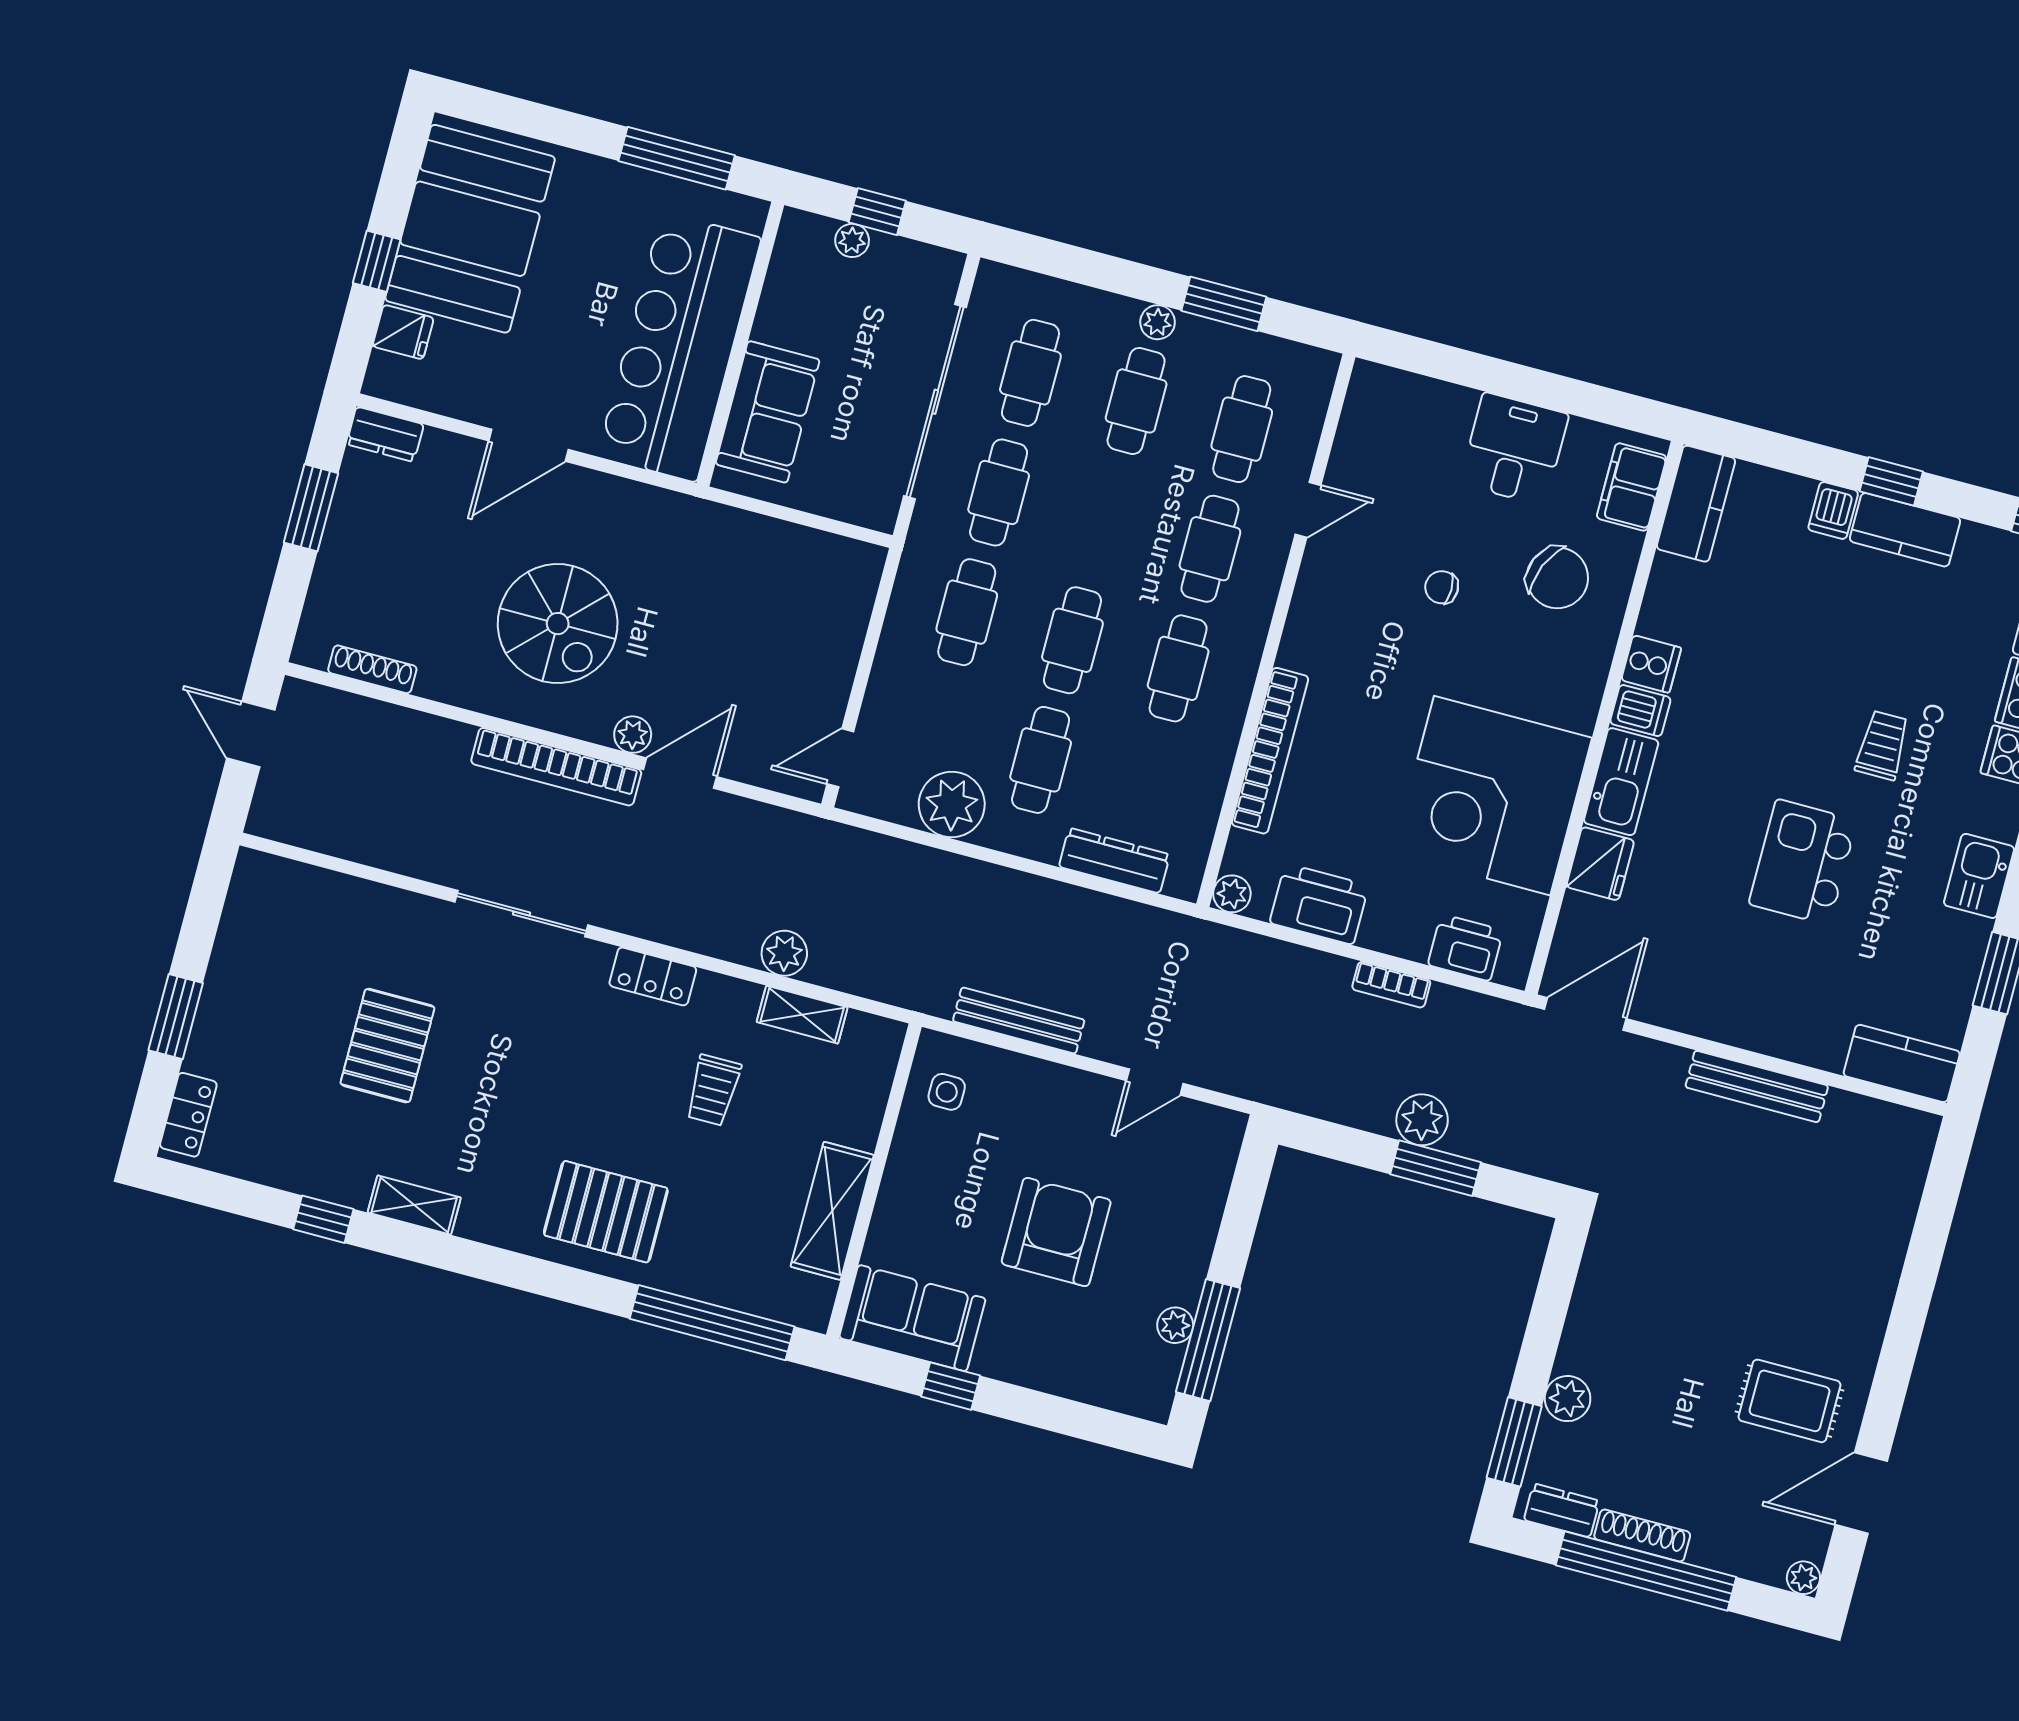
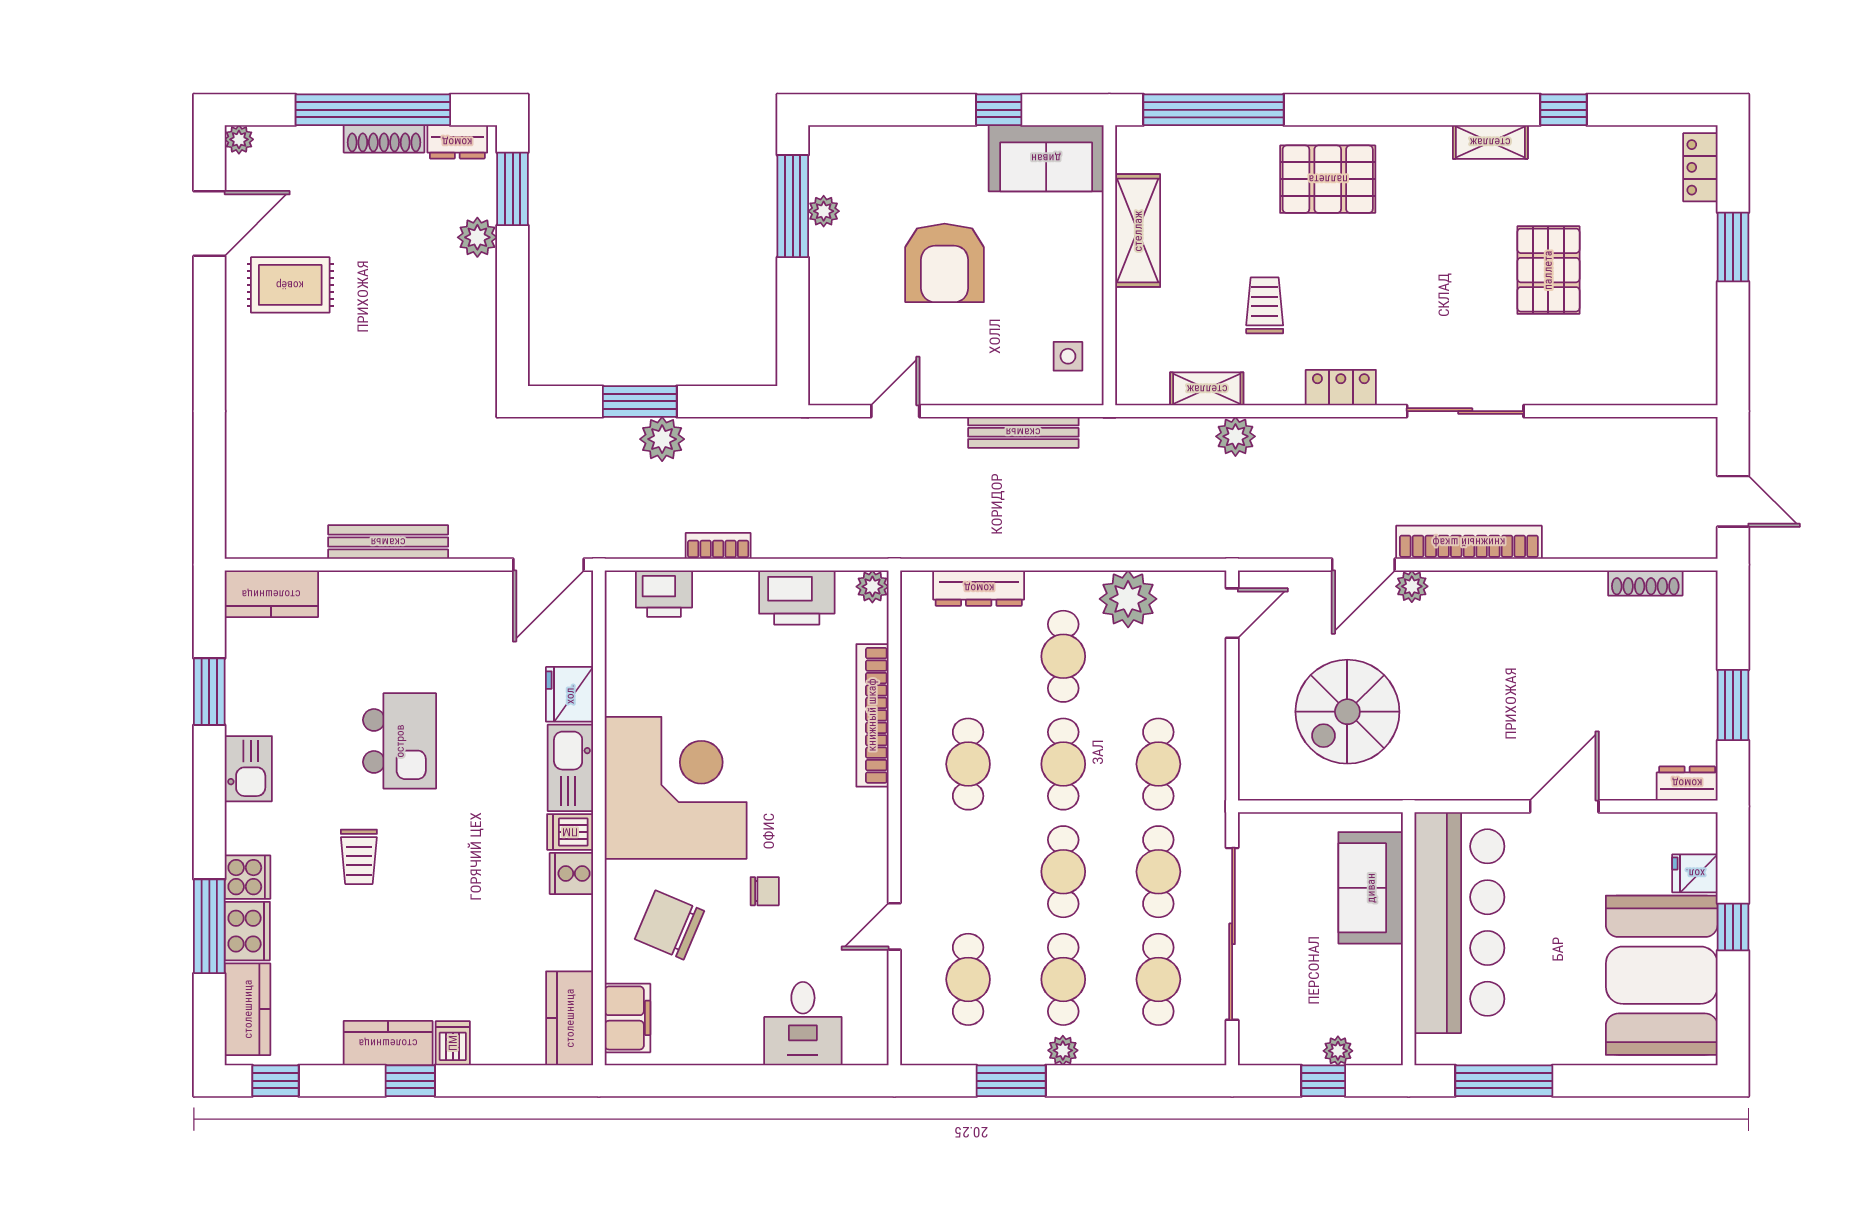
desk: (1514, 449) -> (803, 1024), moved
cafe table: (1210, 549) -> (1063, 872), moved
spiral stairs: (558, 624) -> (1347, 712), moved, turned -90
corner desk: (1492, 796) -> (676, 788), moved

